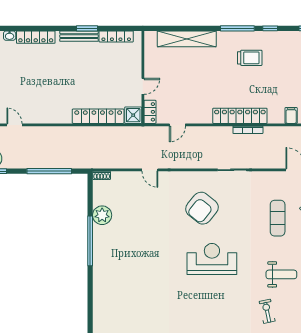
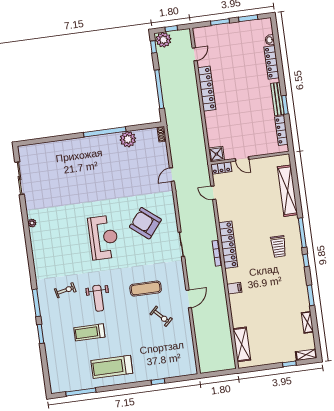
locker: (98, 116) -> (207, 89), moved

